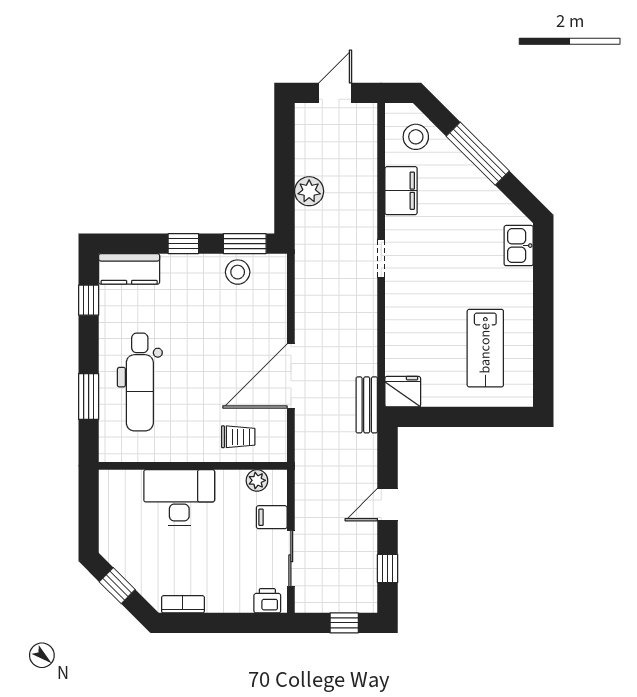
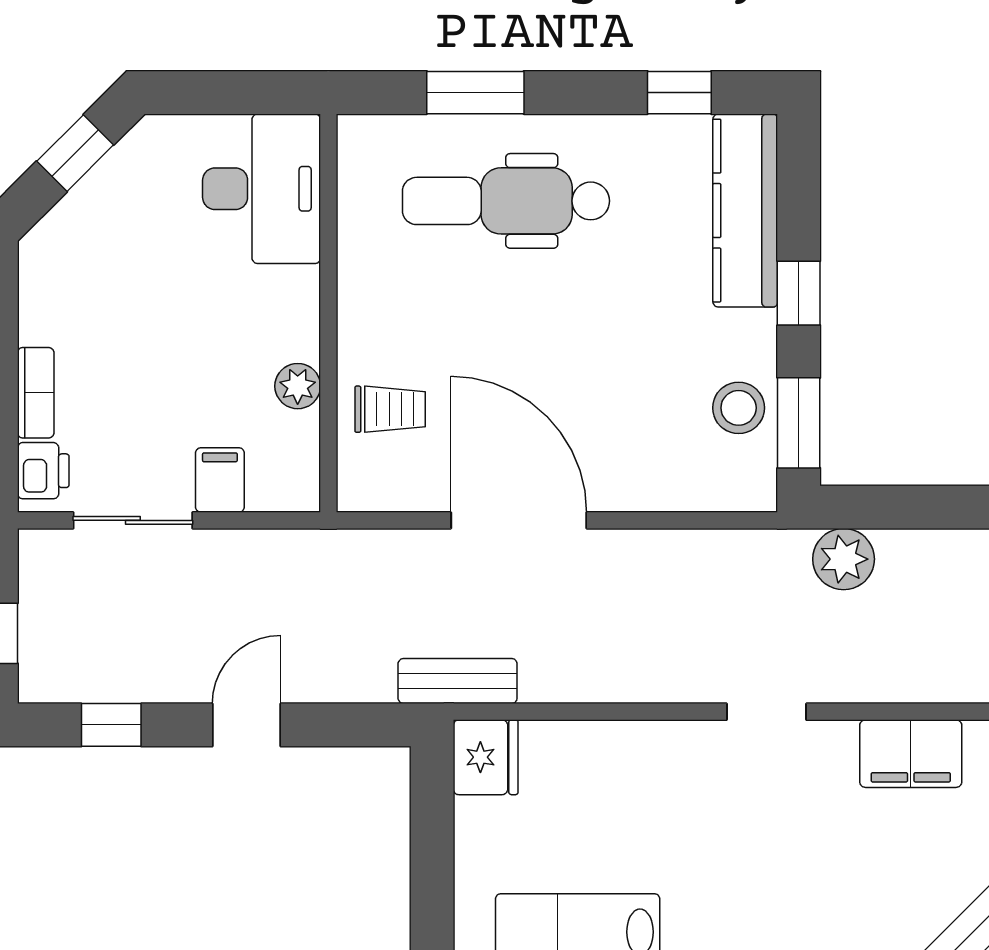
plant: (309, 191) -> (844, 559), moved
kitchen counter: (129, 269) -> (745, 211), width x1.50
trolley: (238, 437) -> (390, 409), turned -90
plant: (257, 480) -> (298, 386), moved
desk: (179, 498) -> (262, 189), moved
door: (388, 505) -> (247, 725), hinge flipped
bookcase: (183, 604) -> (36, 393), moved

